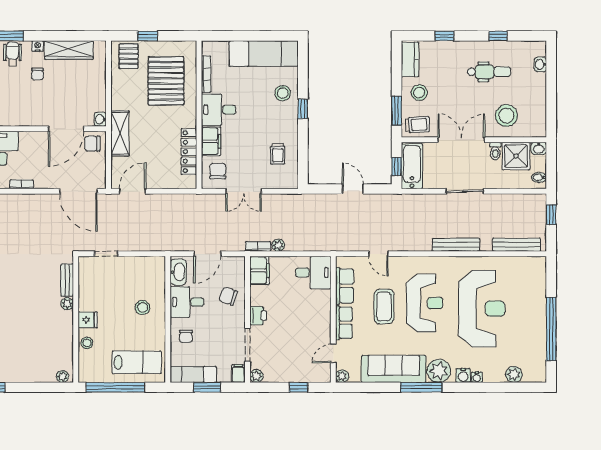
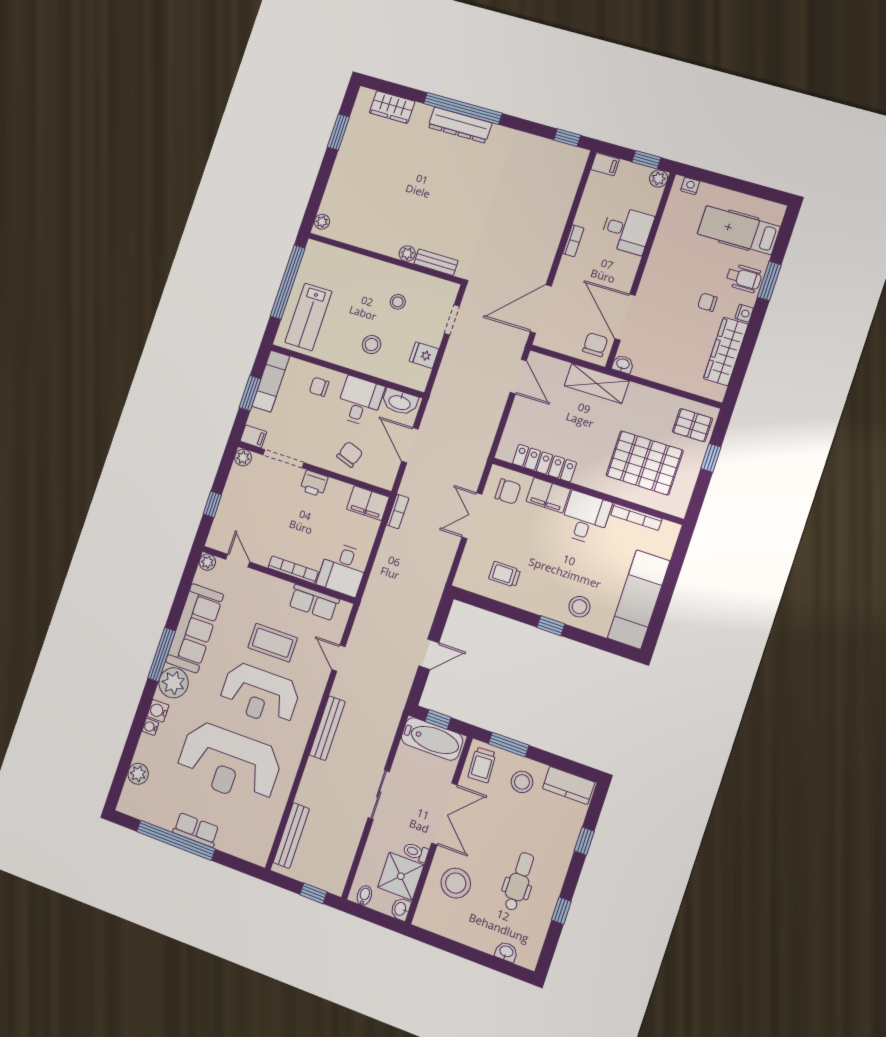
dental chair: (489, 72) -> (519, 881), turned 180
plant: (278, 245) -> (391, 537), removed
bench: (456, 245) -> (327, 728), moved
door: (378, 254) -> (338, 658), hinge flipped
bookcase: (326, 310) -> (293, 570), added
fridge: (88, 320) -> (424, 355), moved, turned 90
row of seats: (344, 323) -> (196, 830), moved, turned 180
stool: (87, 343) -> (398, 302), moved

